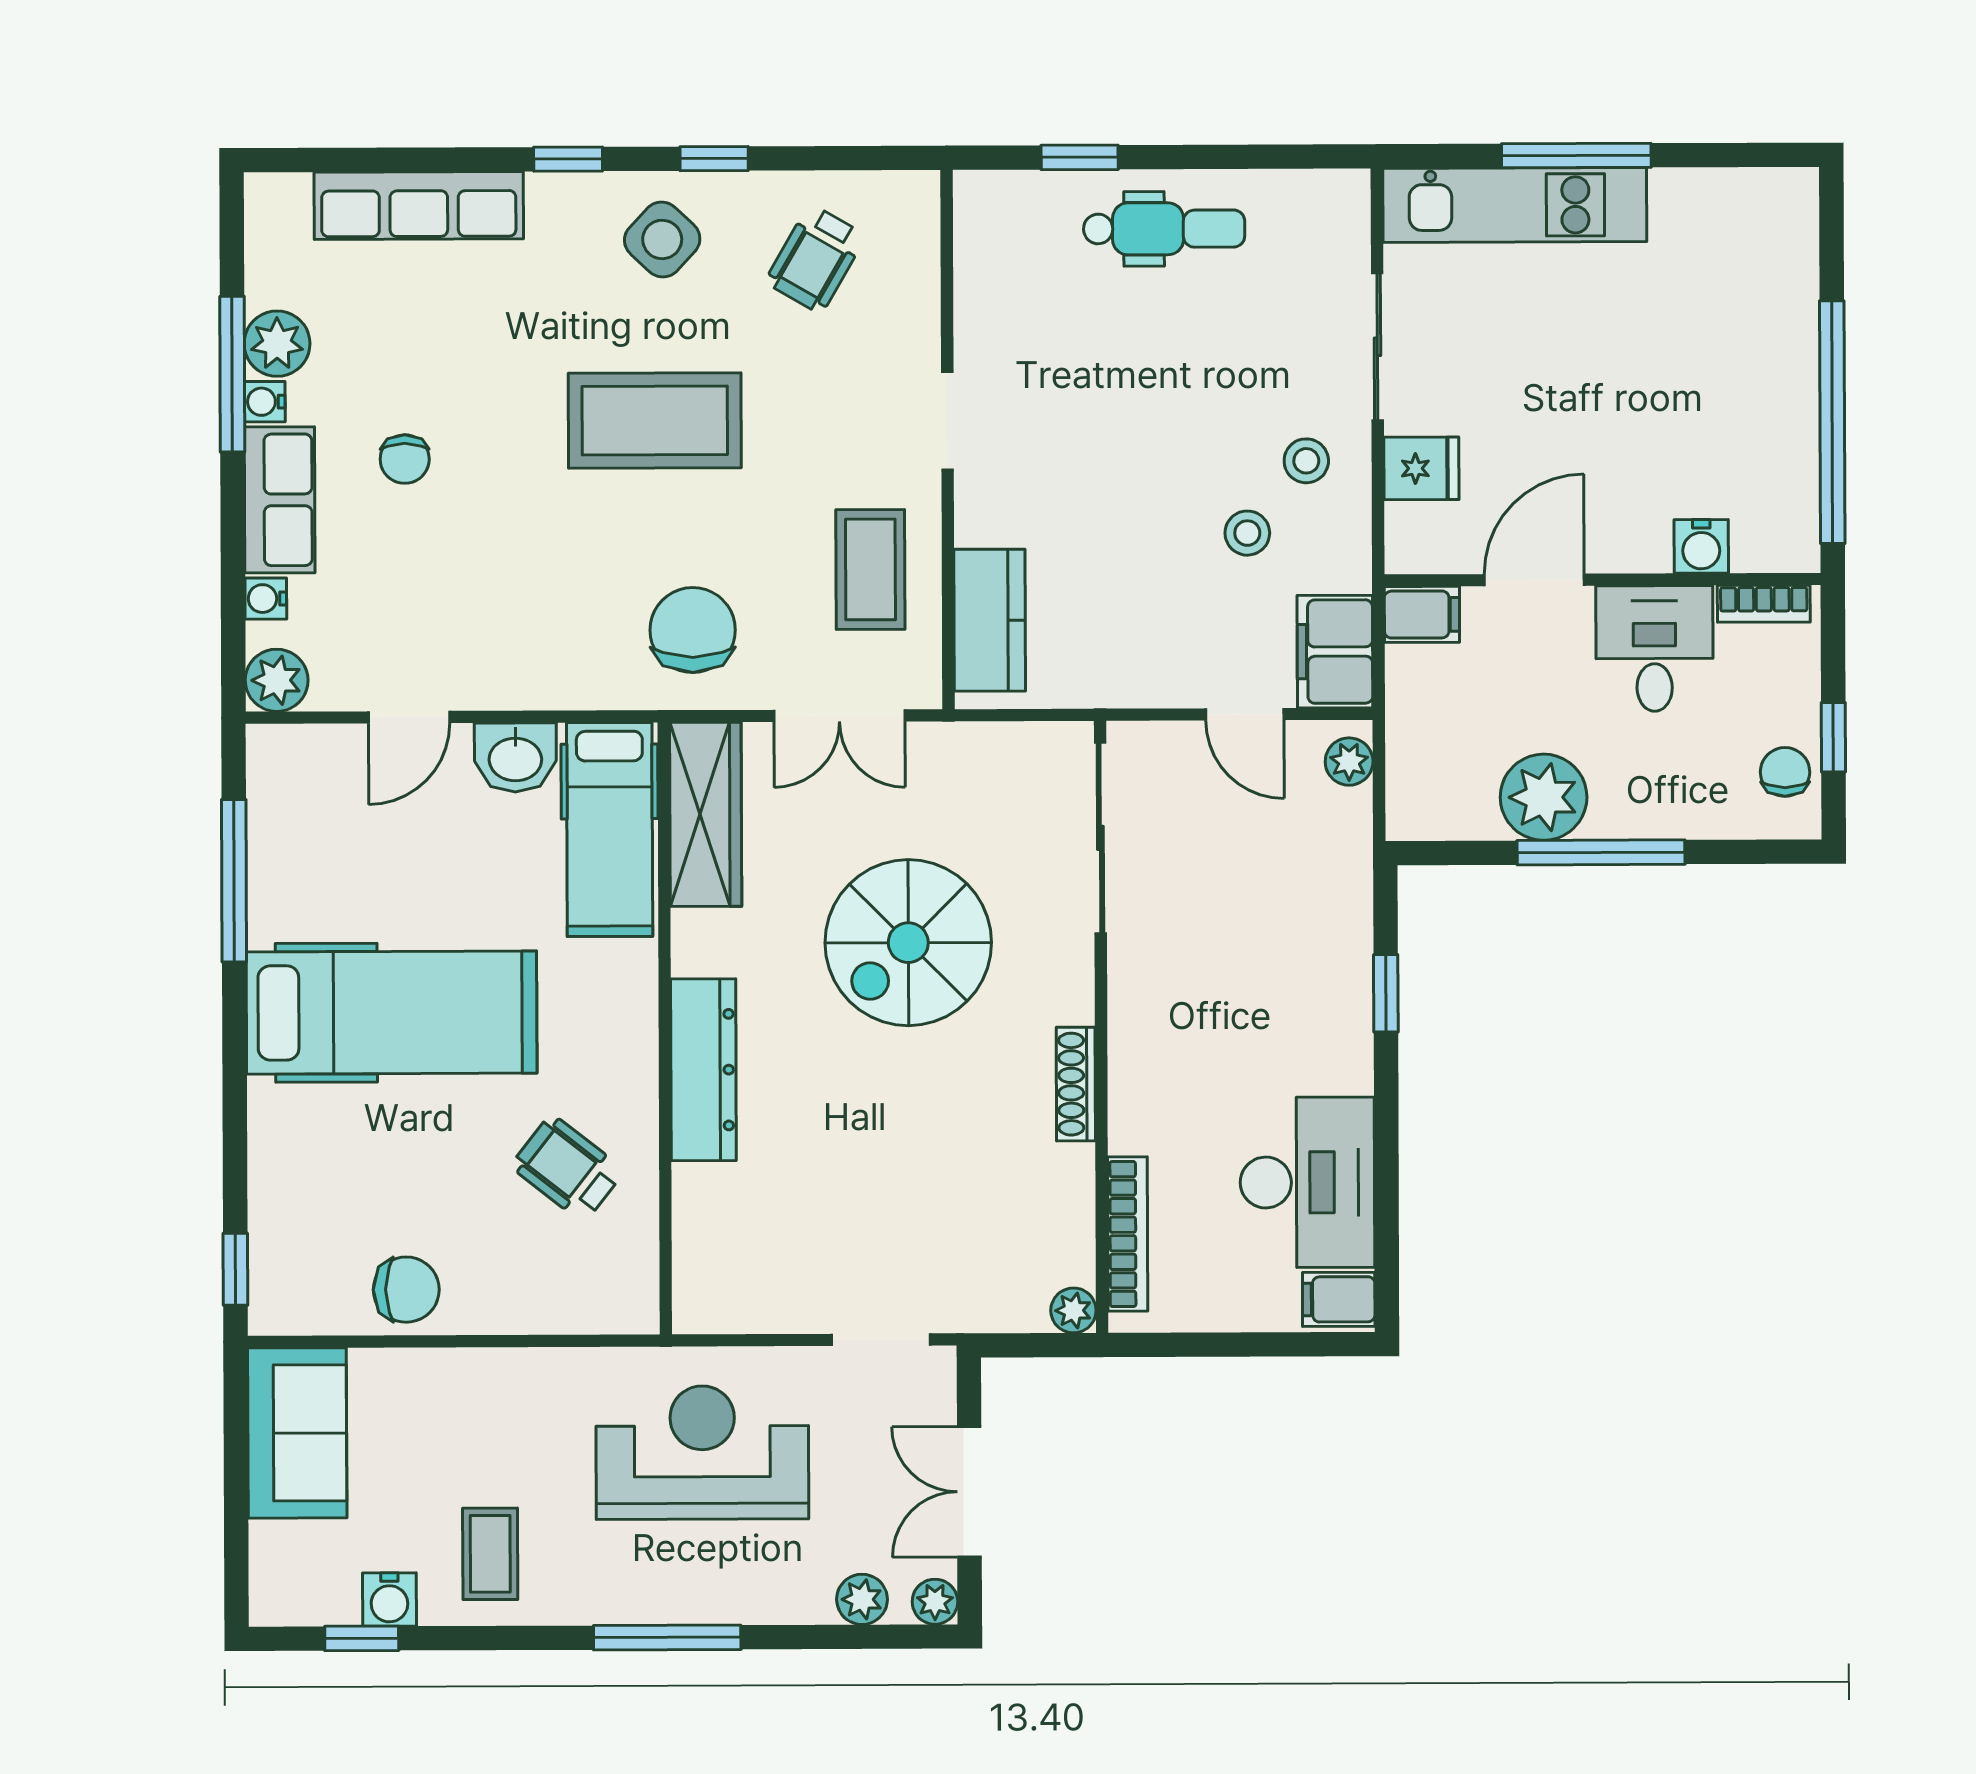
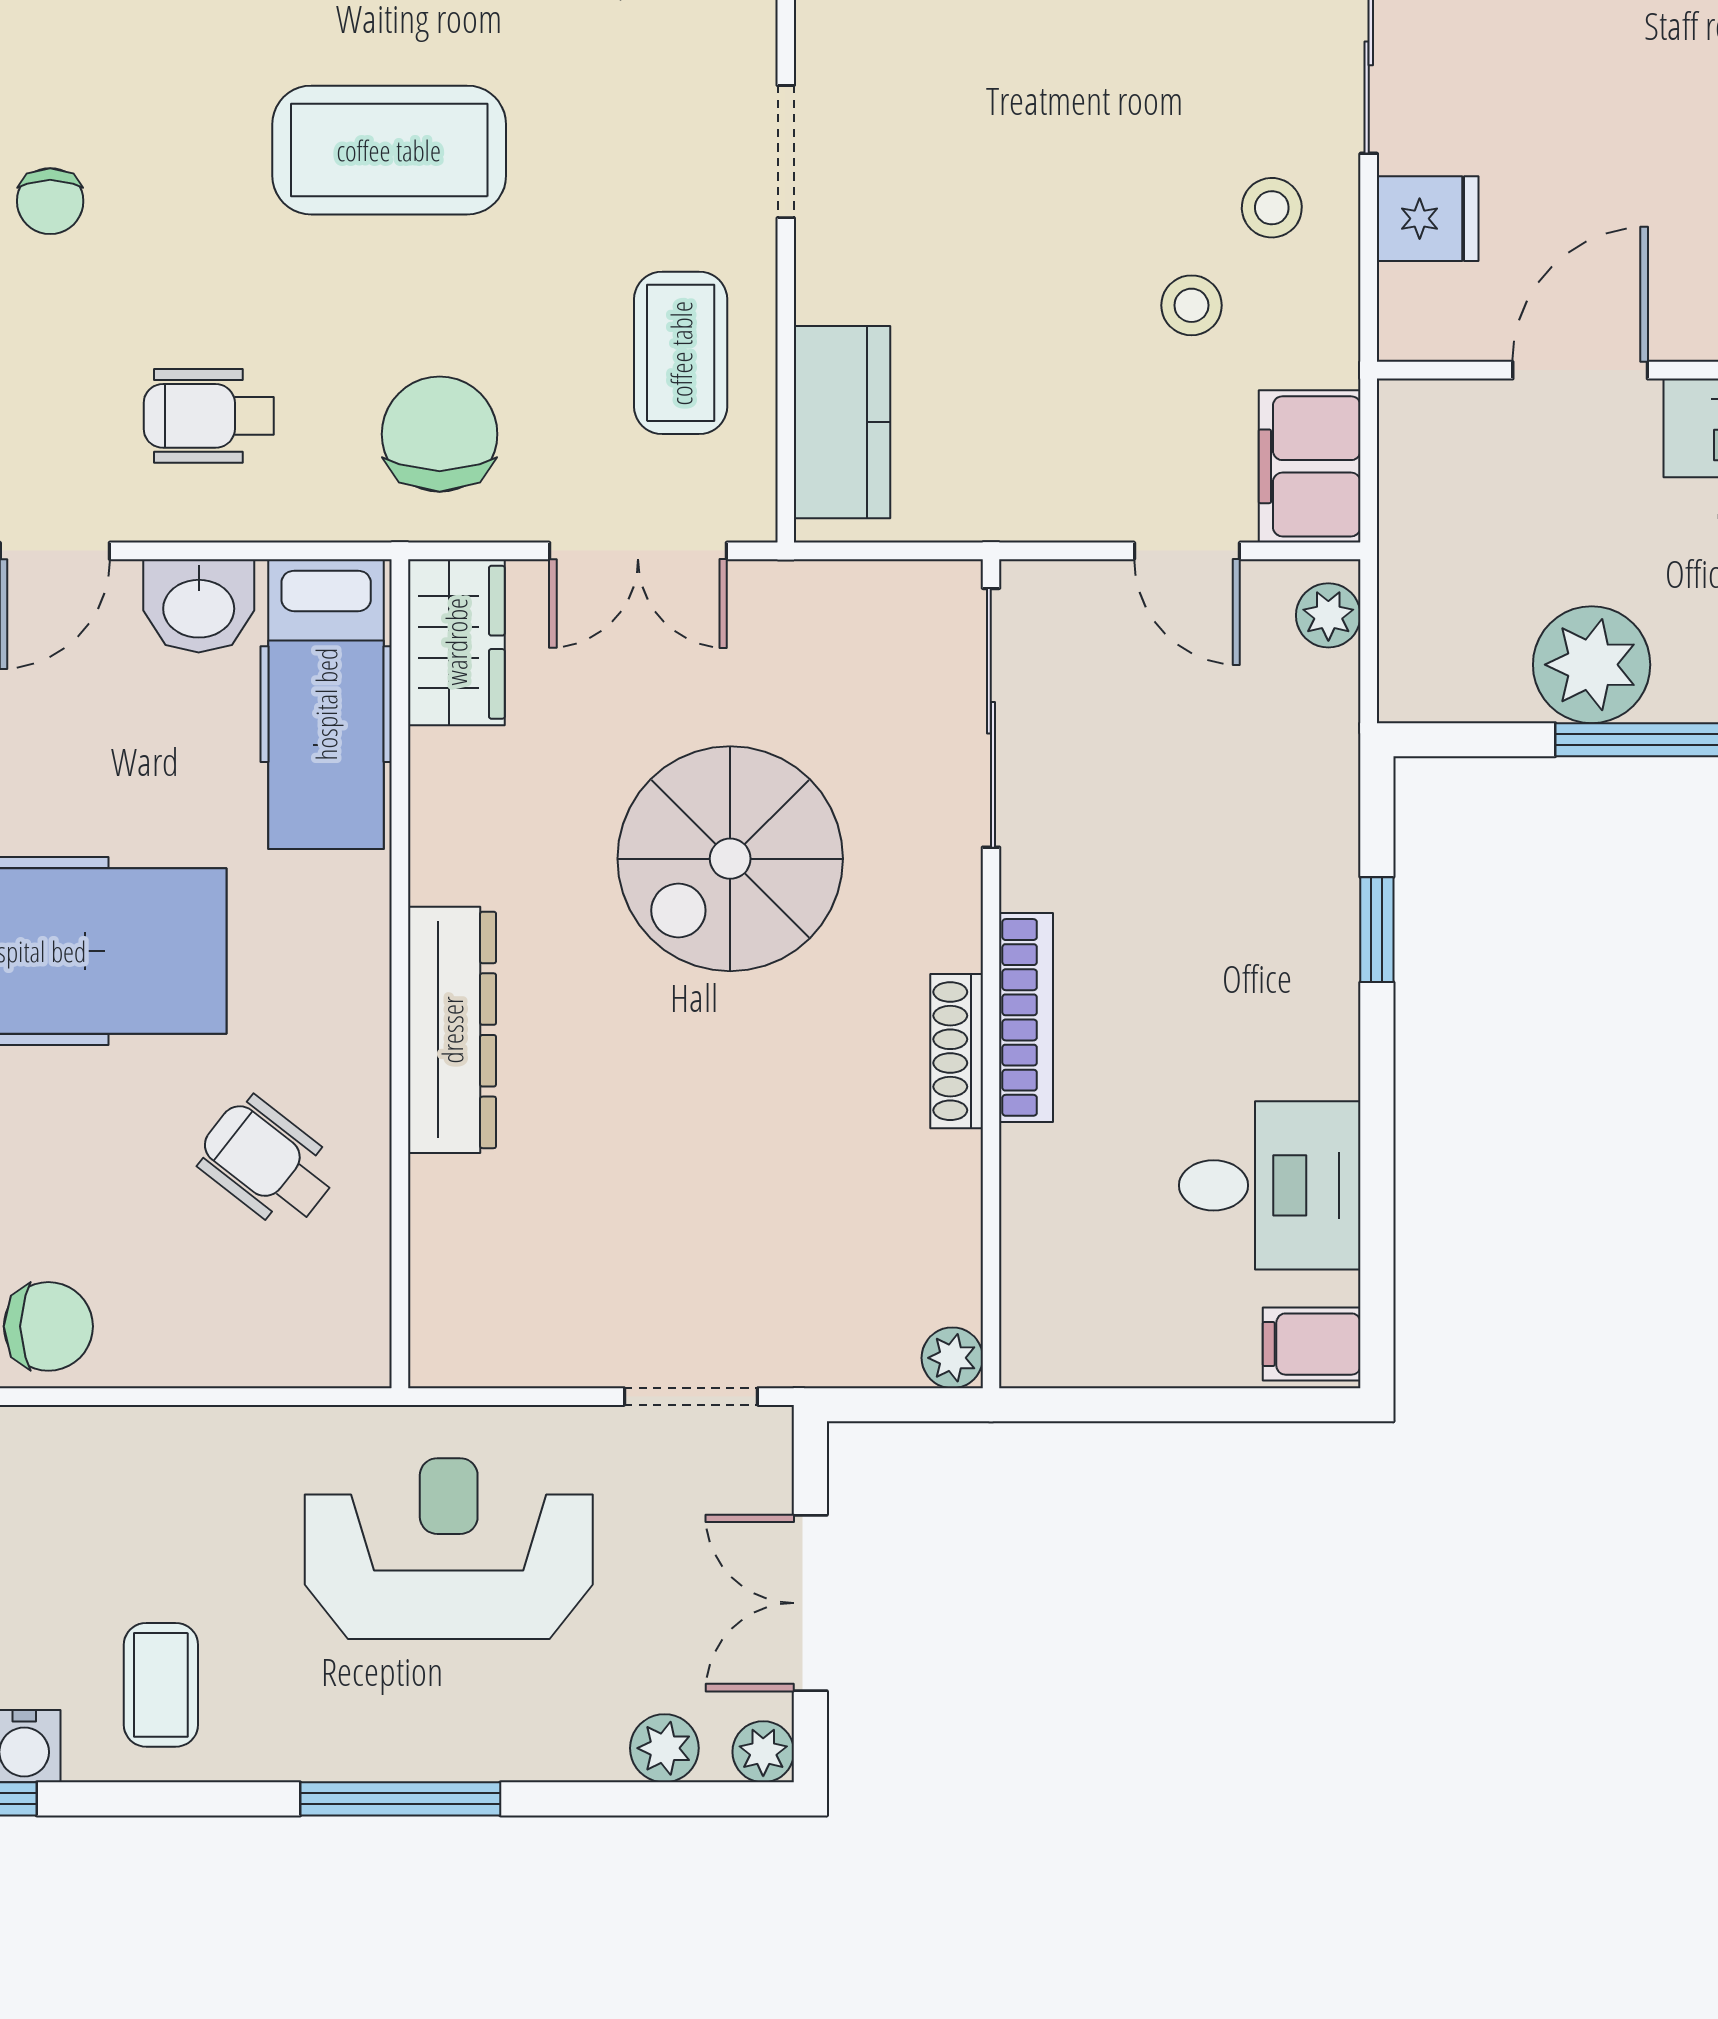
filing cabinet: (1422, 614) -> (1428, 417), removed
wheelchair: (522, 617) -> (209, 416), added
wardrobe: (706, 814) -> (456, 642), width x0.67
desk: (1307, 1182) -> (1270, 1185), width x0.73
bookcase: (1128, 1234) -> (1026, 1017), moved

